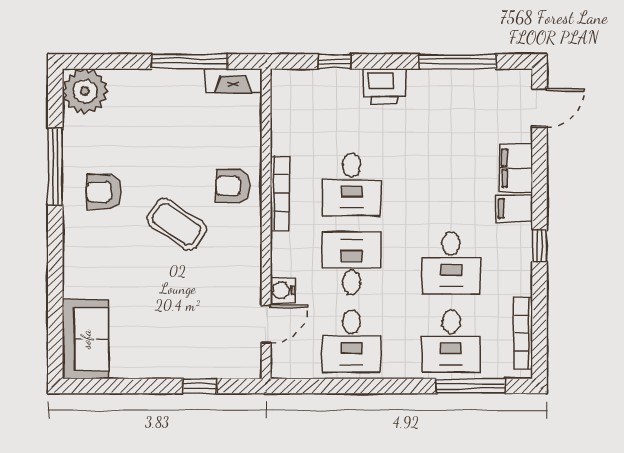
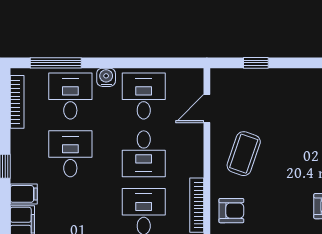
coffee table: (177, 224) -> (244, 154), moved, turned 75
water cooler: (283, 290) -> (106, 77), moved, turned -90

